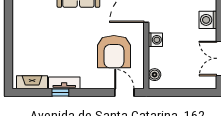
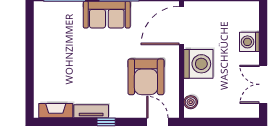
washing machine: (155, 40) -> (198, 64), width x1.89, depth x1.89
window: (60, 92) -> (106, 122), moved

